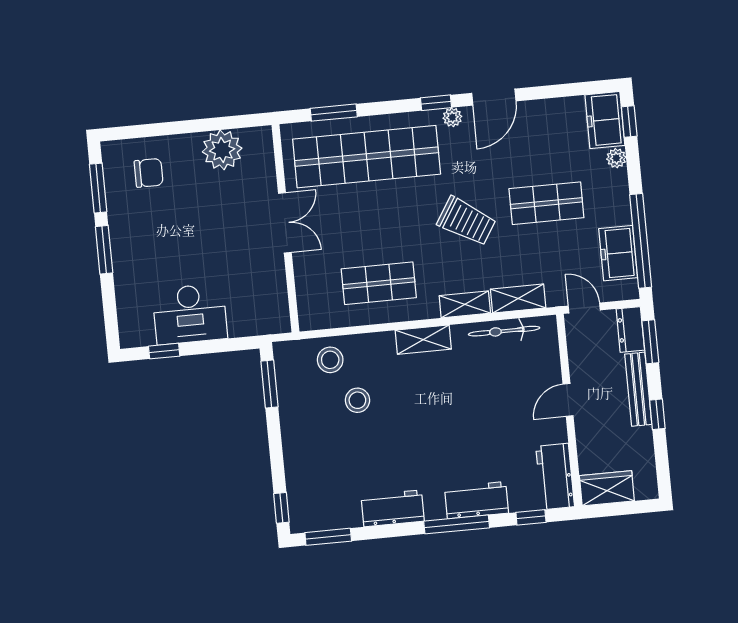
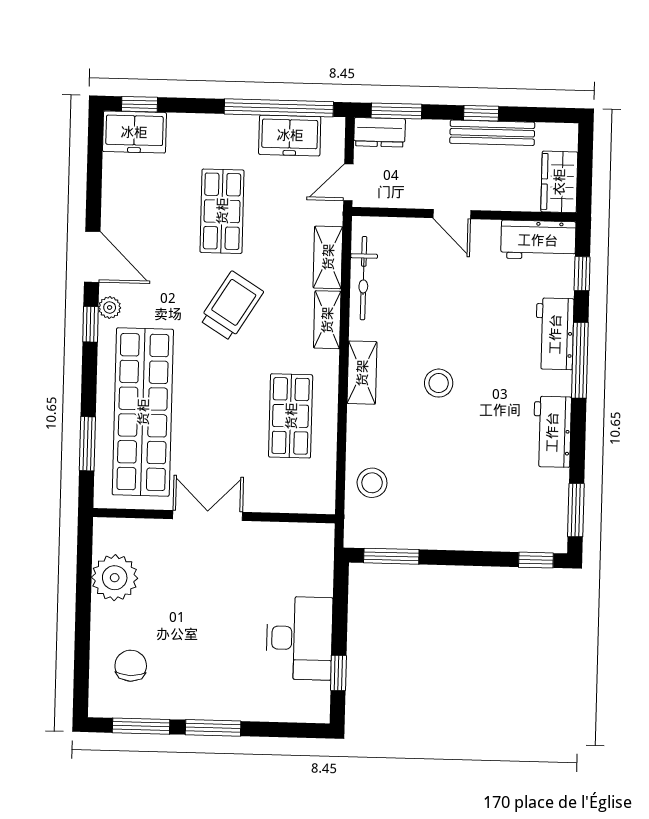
plant: (616, 158) -> (180, 124), removed
bench: (638, 389) -> (492, 133), moved
stool: (357, 400) -> (439, 383), moved

